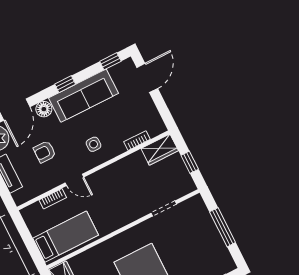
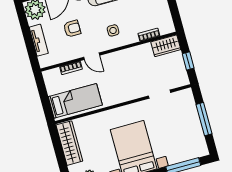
armchair: (45, 152) -> (72, 29), turned 180

